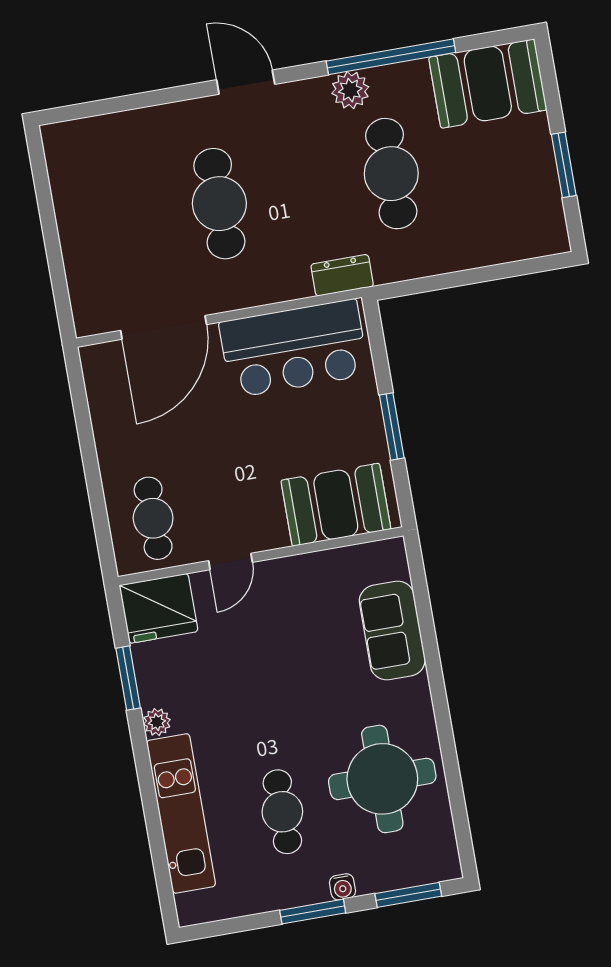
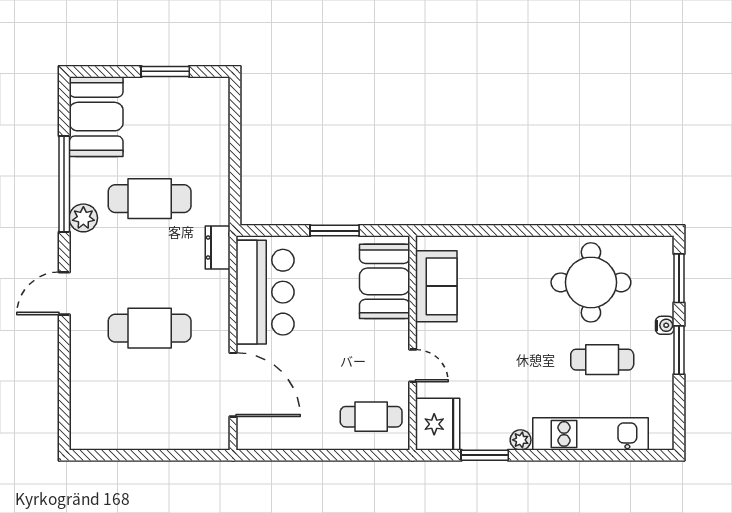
sofa: (392, 631) -> (436, 286), moved, turned -90

